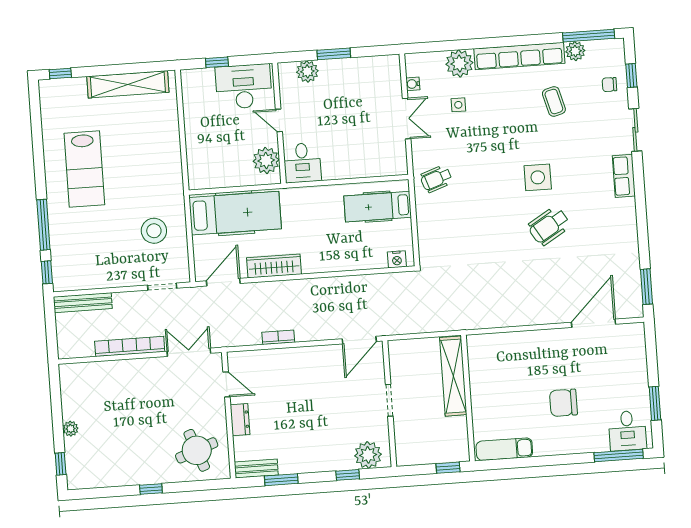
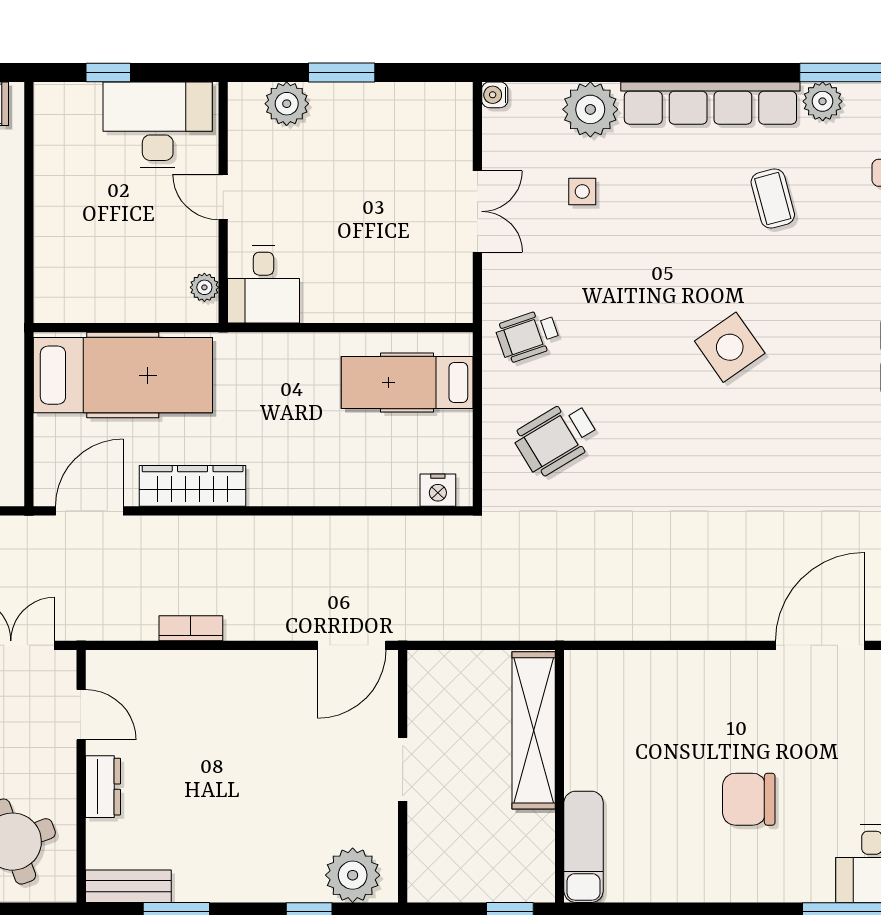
water cooler: (413, 84) -> (495, 95), moved
plant: (266, 160) -> (204, 287), width x0.53, depth x0.53
side table: (538, 177) -> (730, 347), turned -35
wheelchair: (549, 226) -> (556, 438), moved
exam couch: (504, 449) -> (584, 847), moved, turned 90

